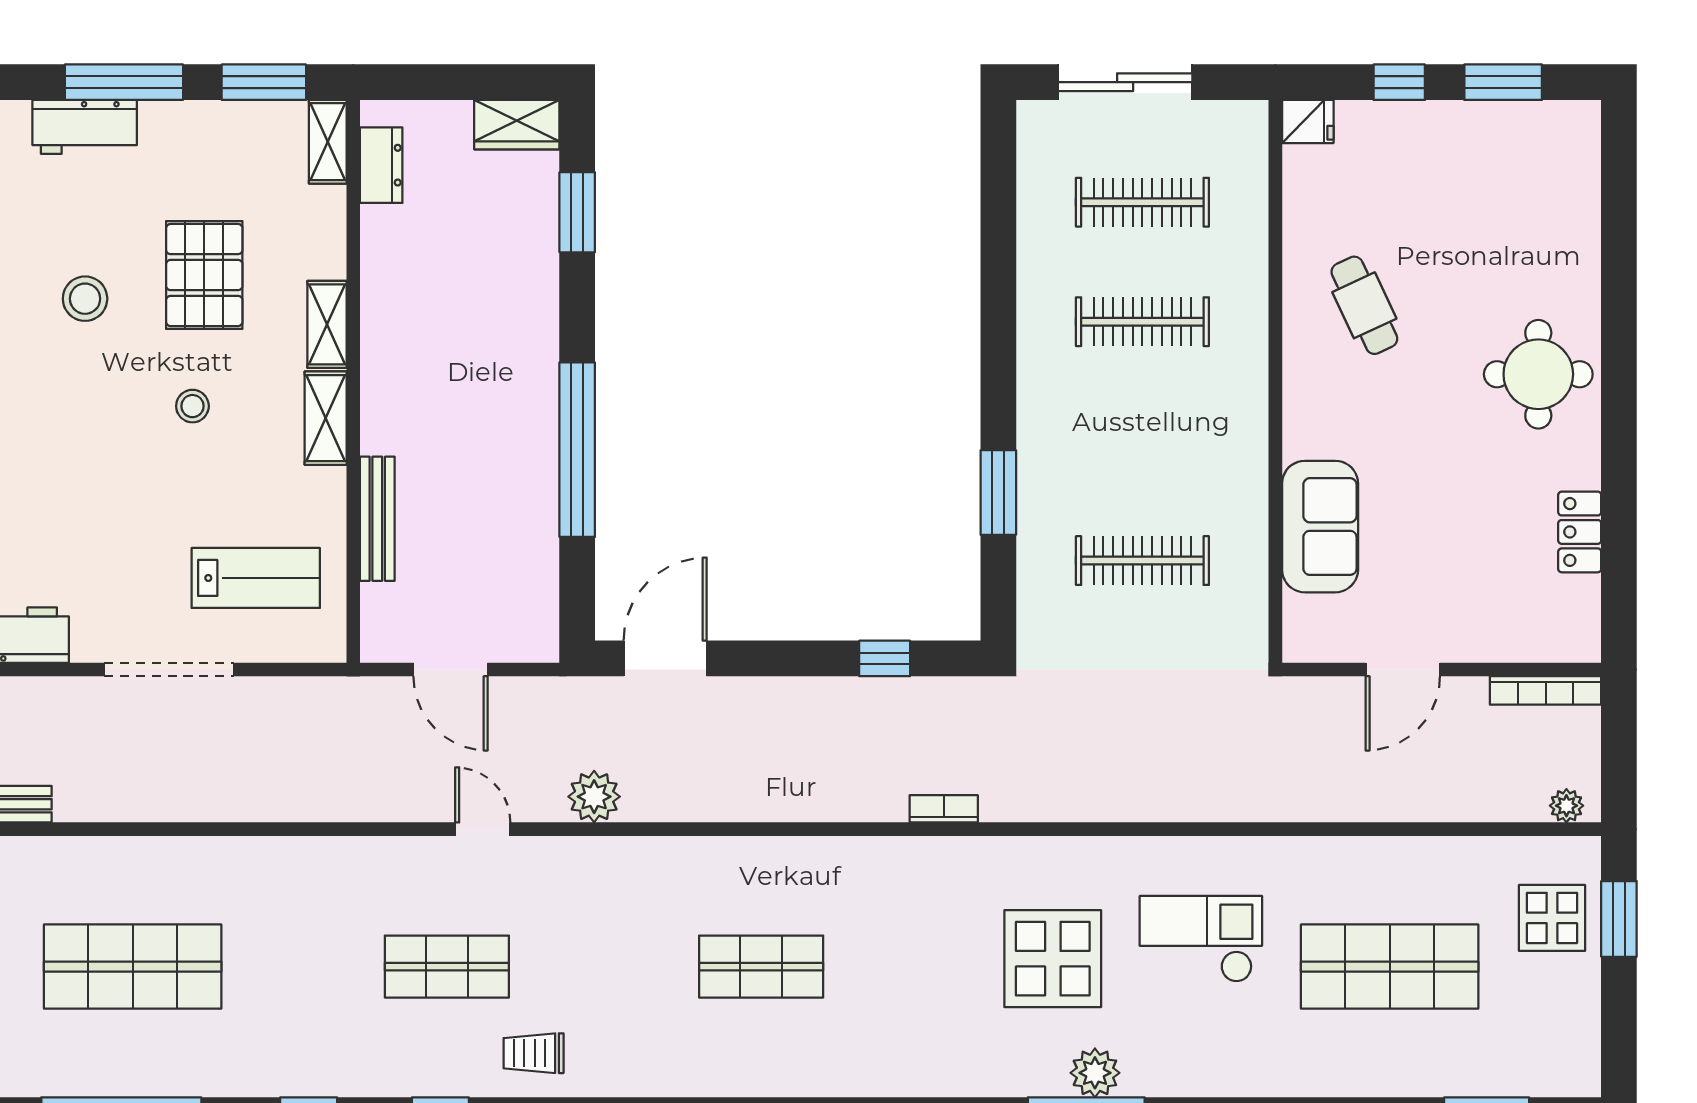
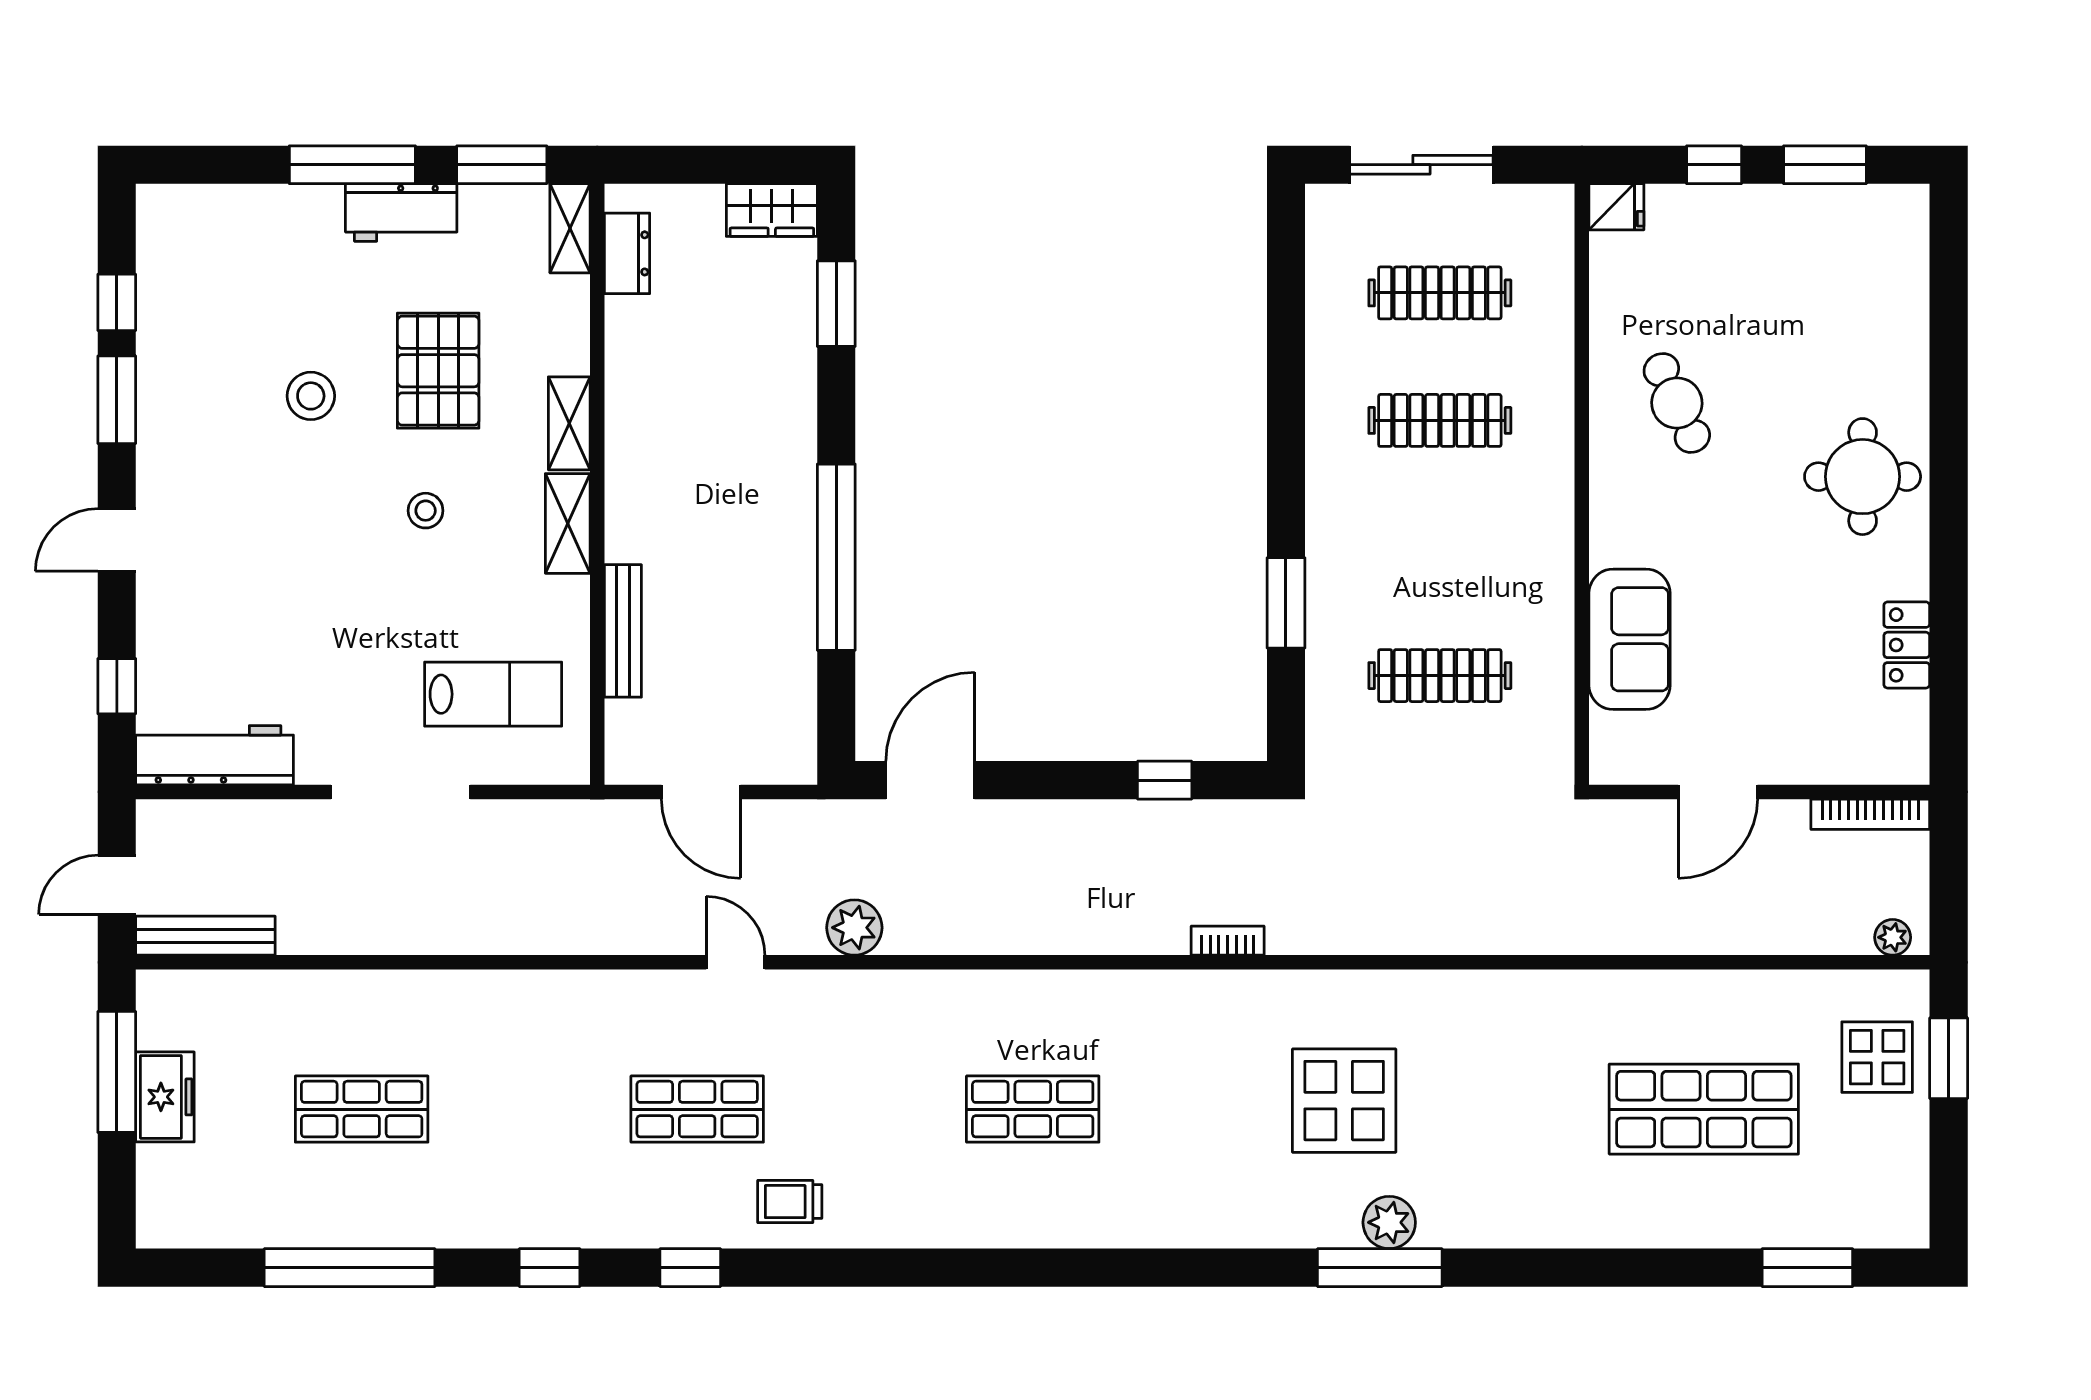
workbench: (85, 127) -> (401, 212), moved
checkout: (1201, 939) -> (1502, 1080), removed
shop shelf: (133, 967) -> (362, 1109), width x0.70, depth x0.74

